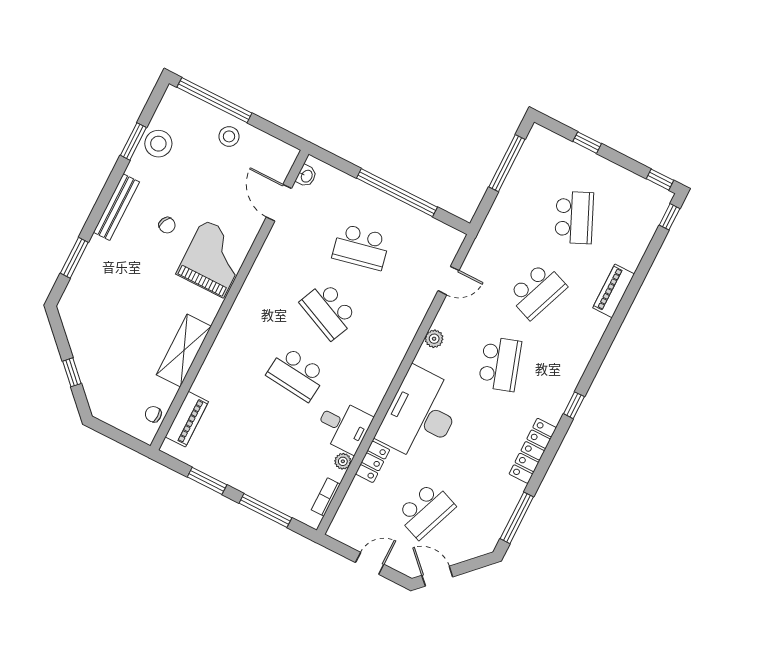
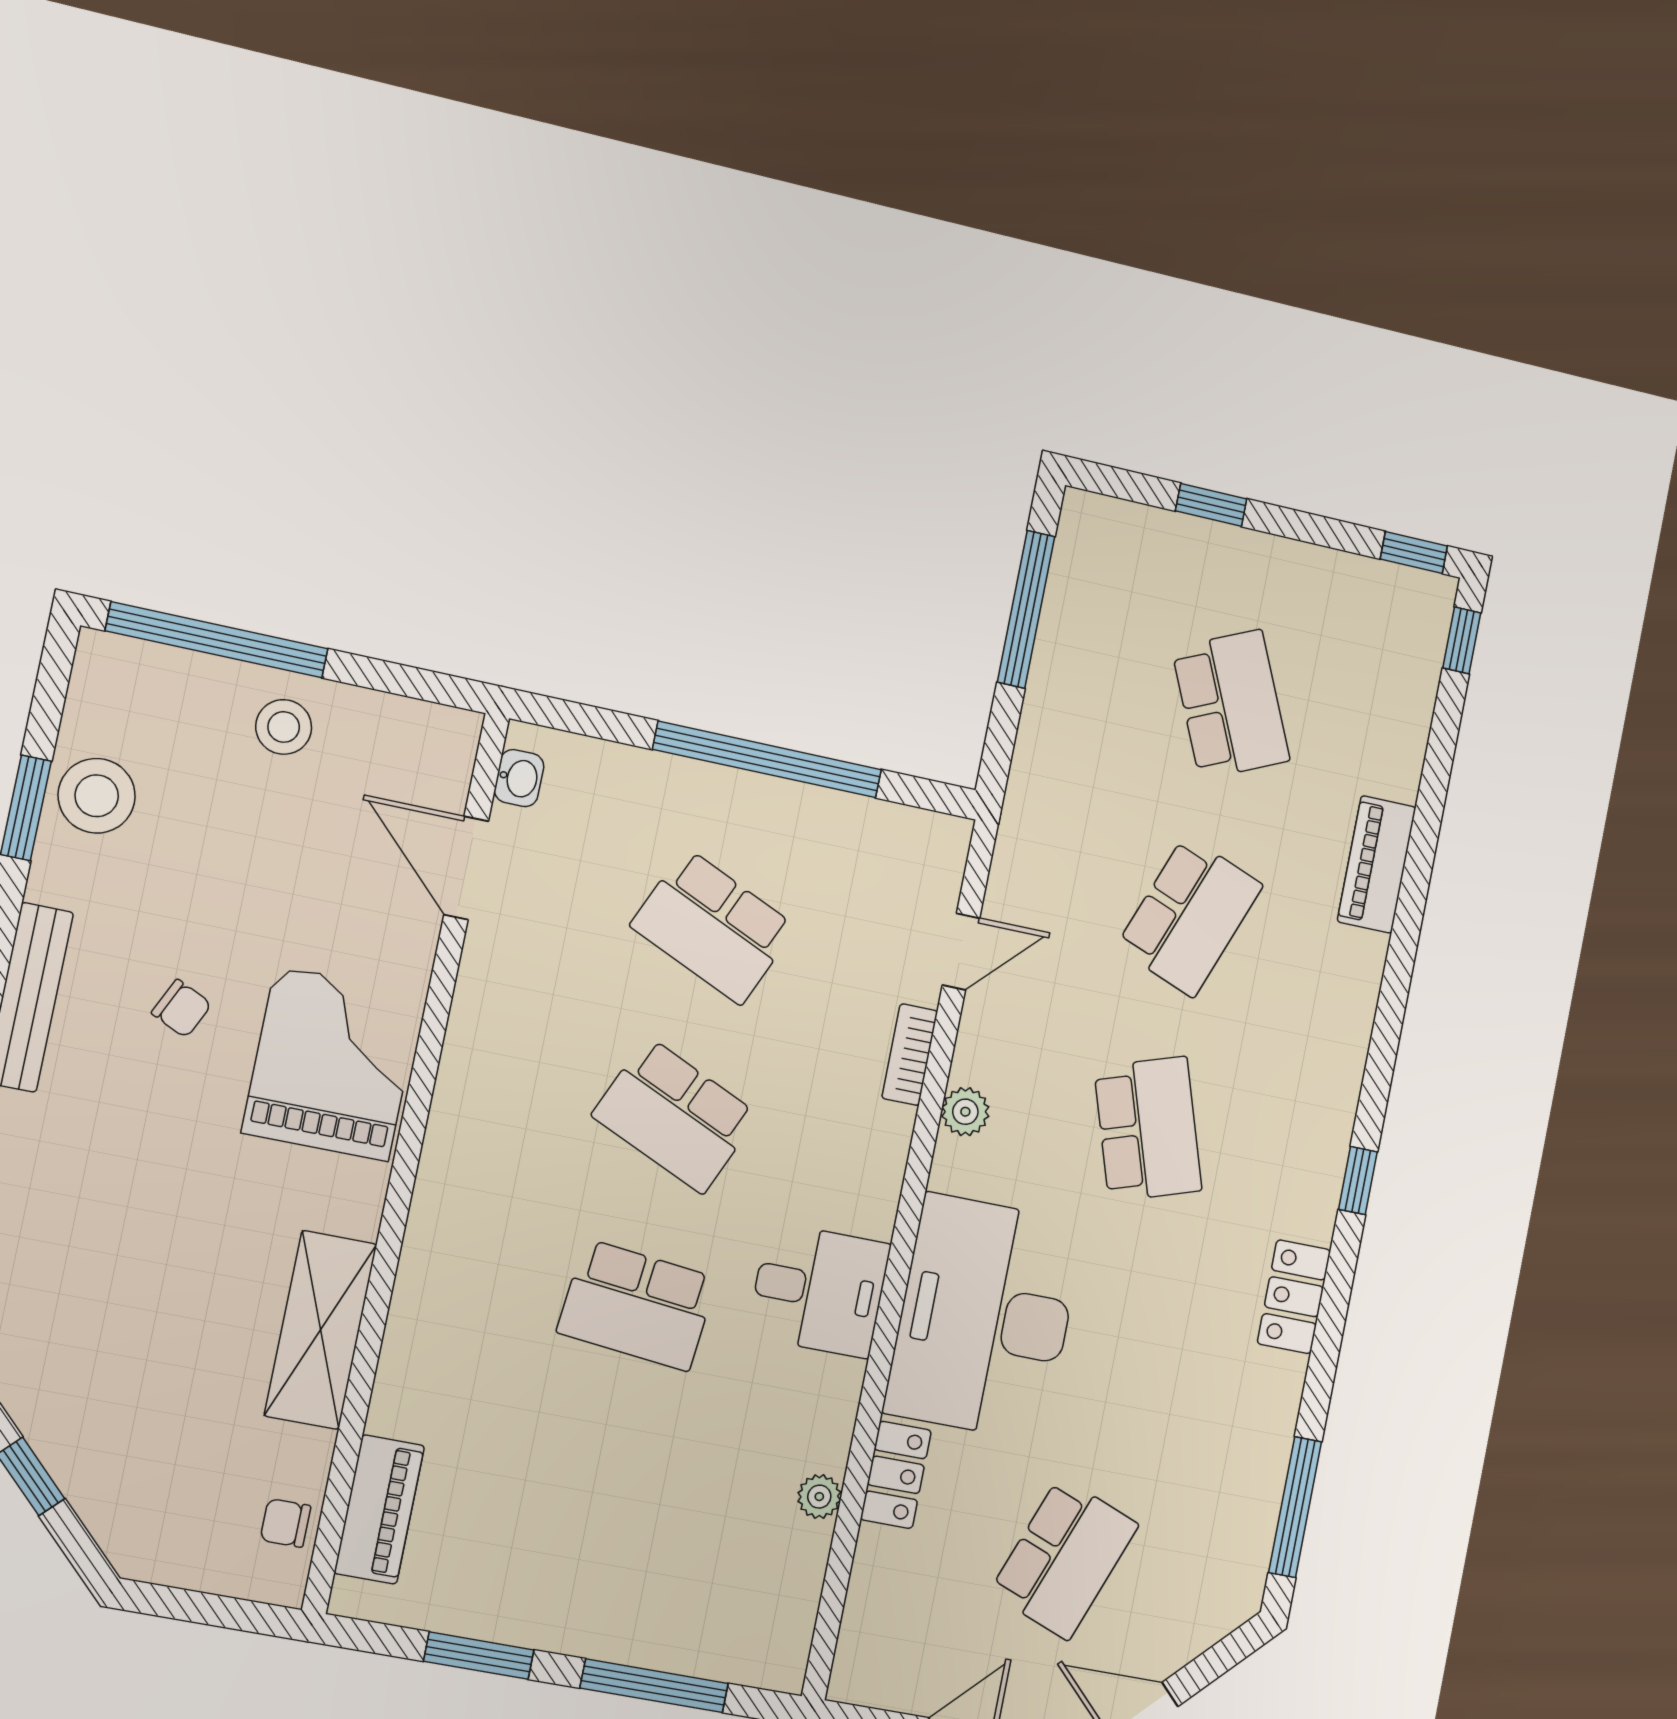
school desk: (361, 247) -> (713, 926), turned 36
desk: (344, 426) -> (819, 1290), moved
locker: (533, 451) -> (1294, 1297), width x0.66
bookcase: (326, 497) -> (910, 1055), moved

